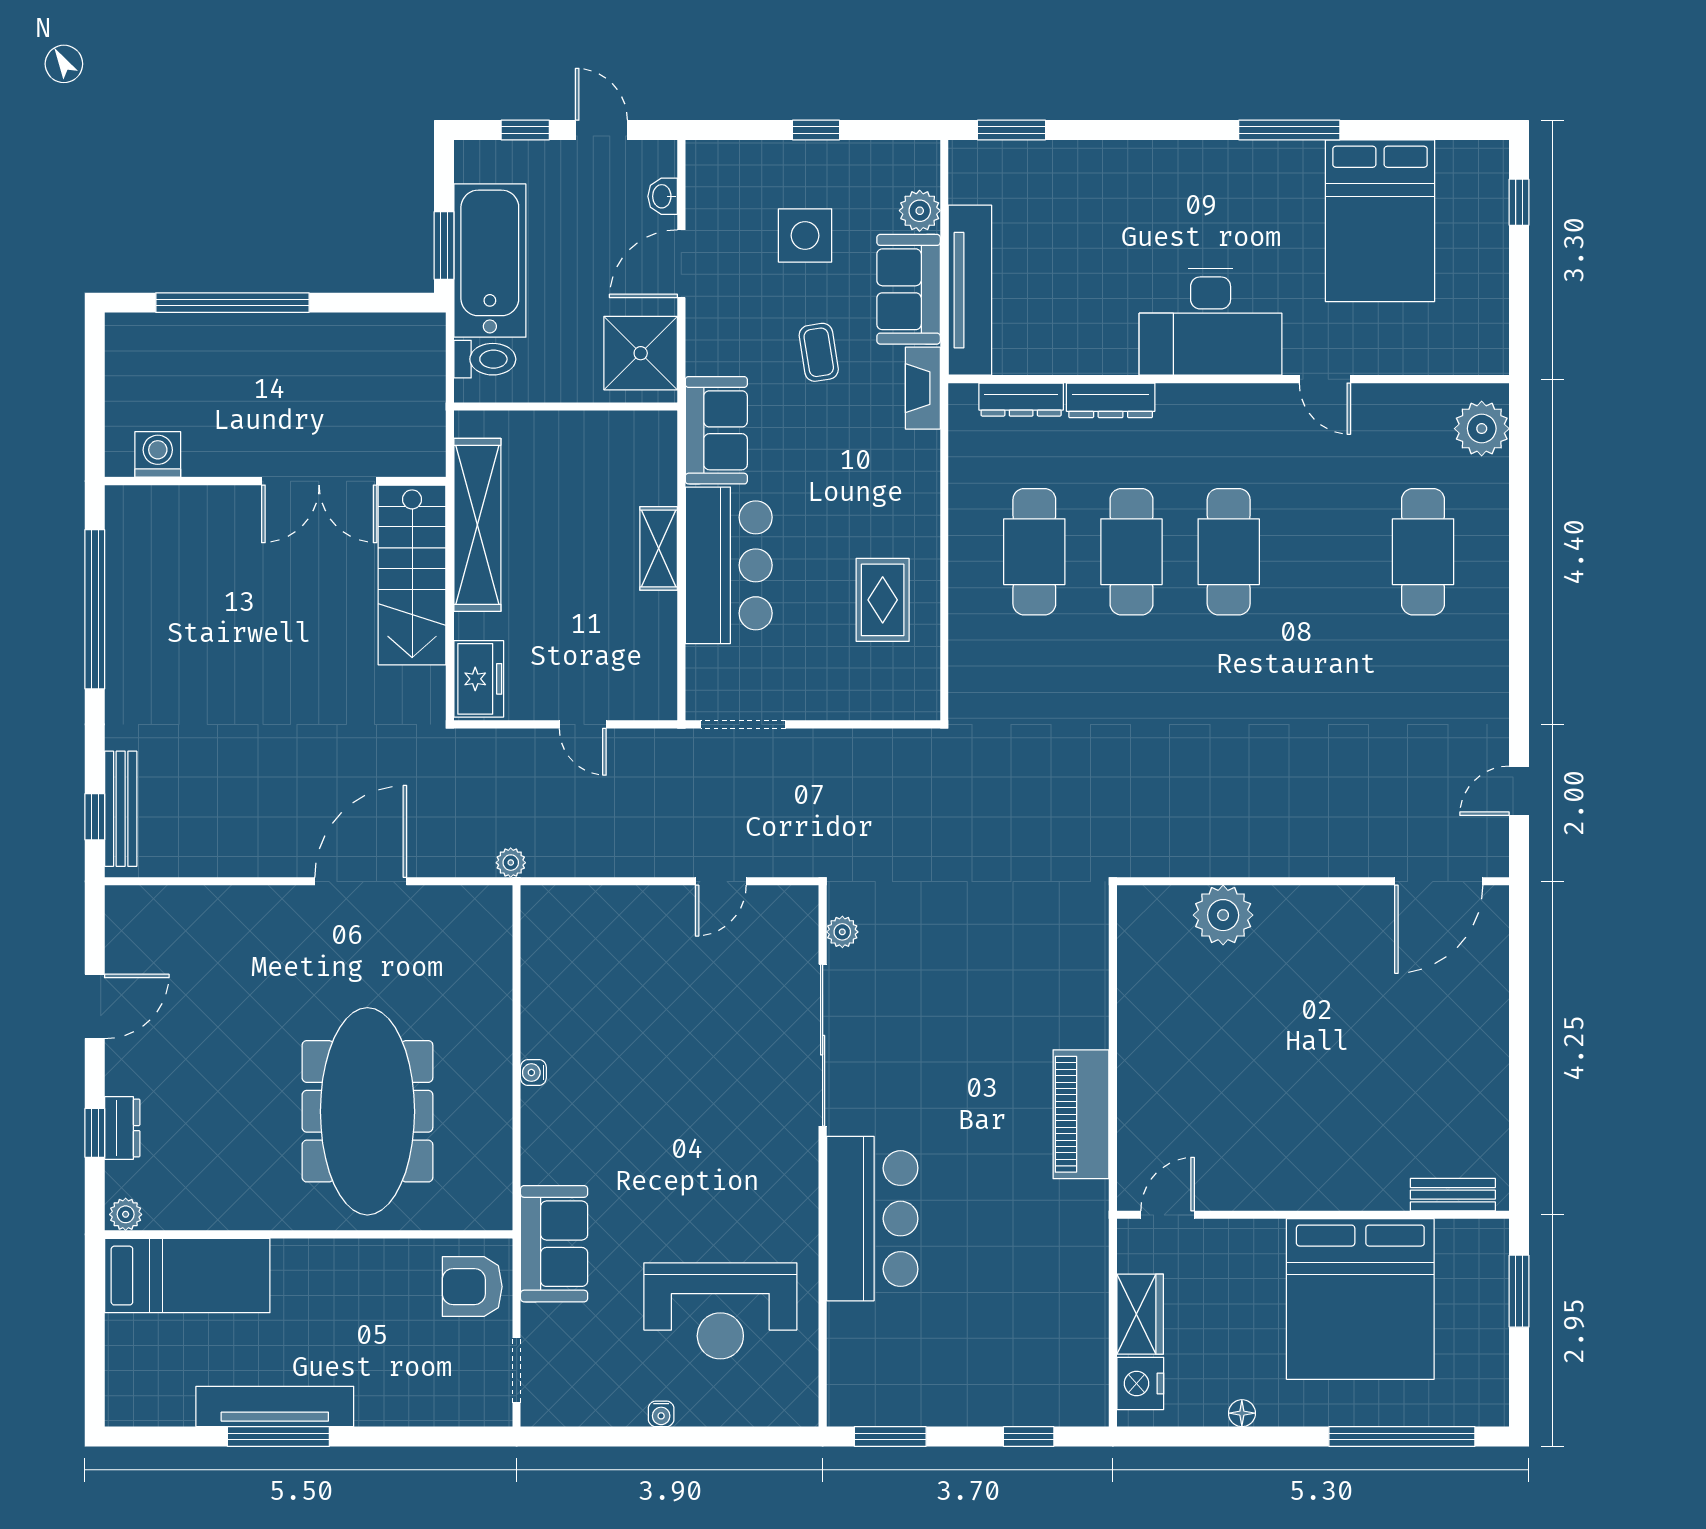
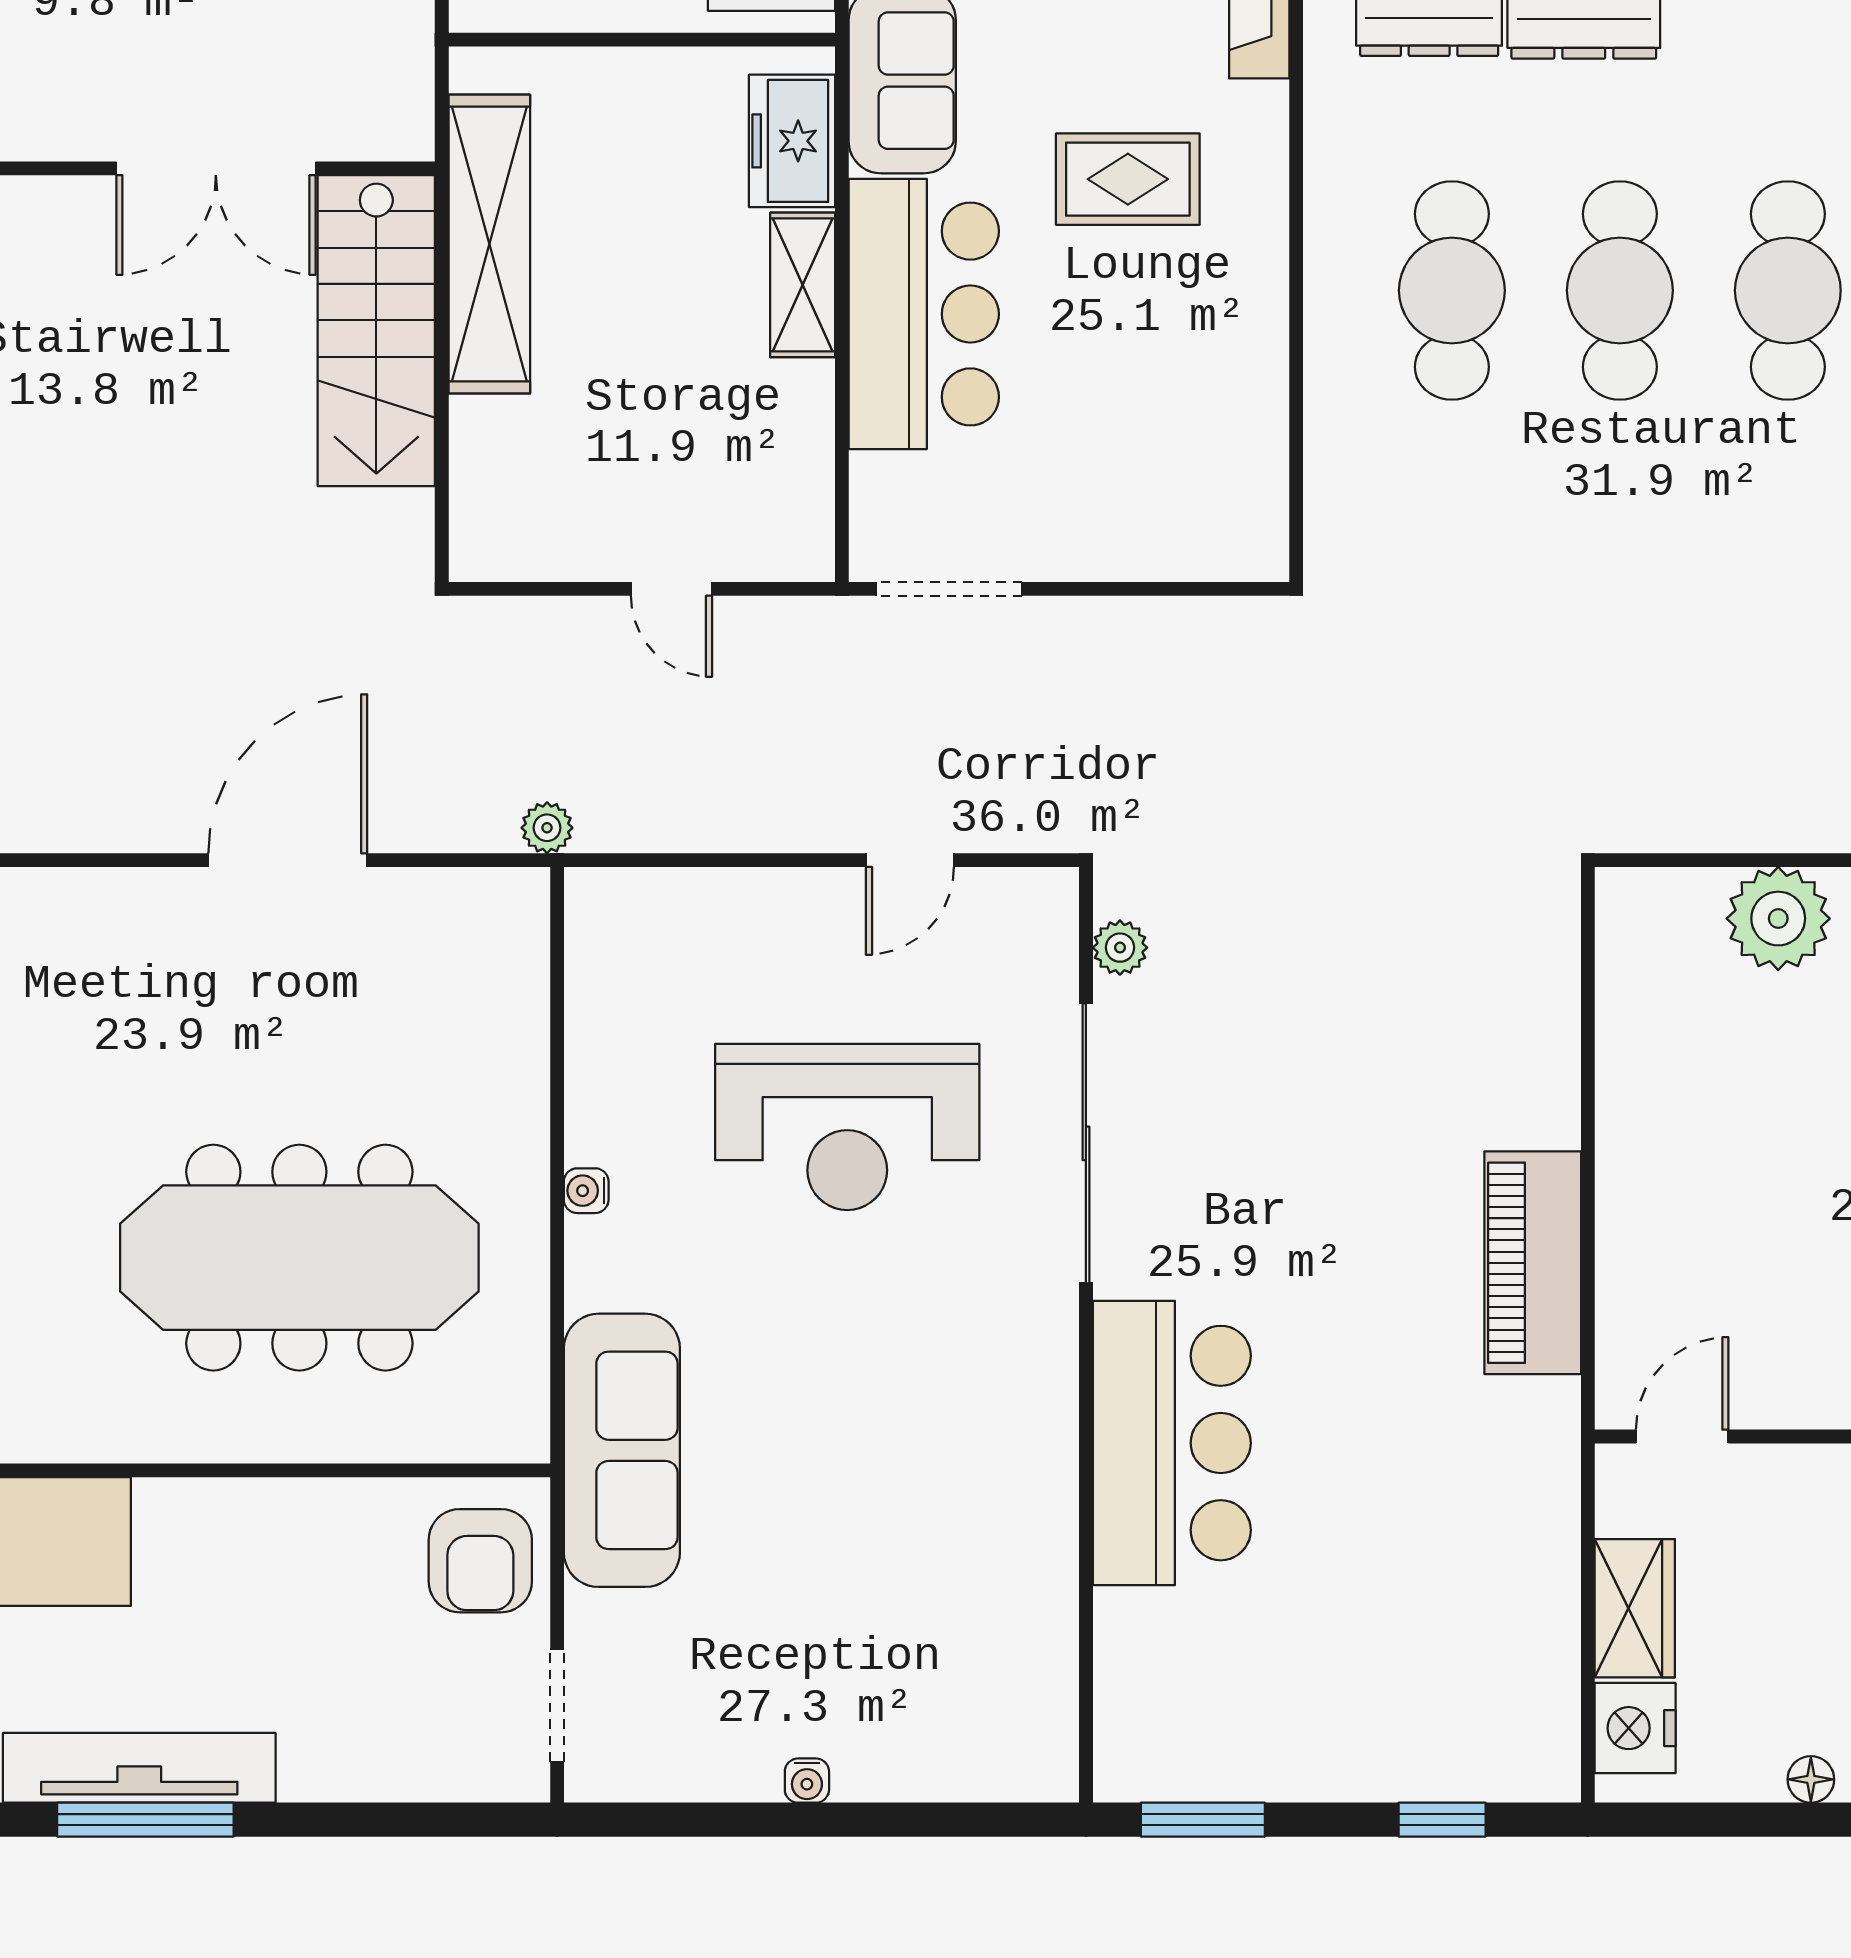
rug: (883, 600) -> (1128, 179), moved, turned 90
freezer: (479, 679) -> (792, 141), moved, turned 180
meeting table: (367, 1111) -> (299, 1258), turned 90
sofa: (554, 1244) -> (622, 1450), width x1.36
armchair: (472, 1287) -> (480, 1561), turned -90
reception desk: (720, 1311) -> (847, 1127), moved

